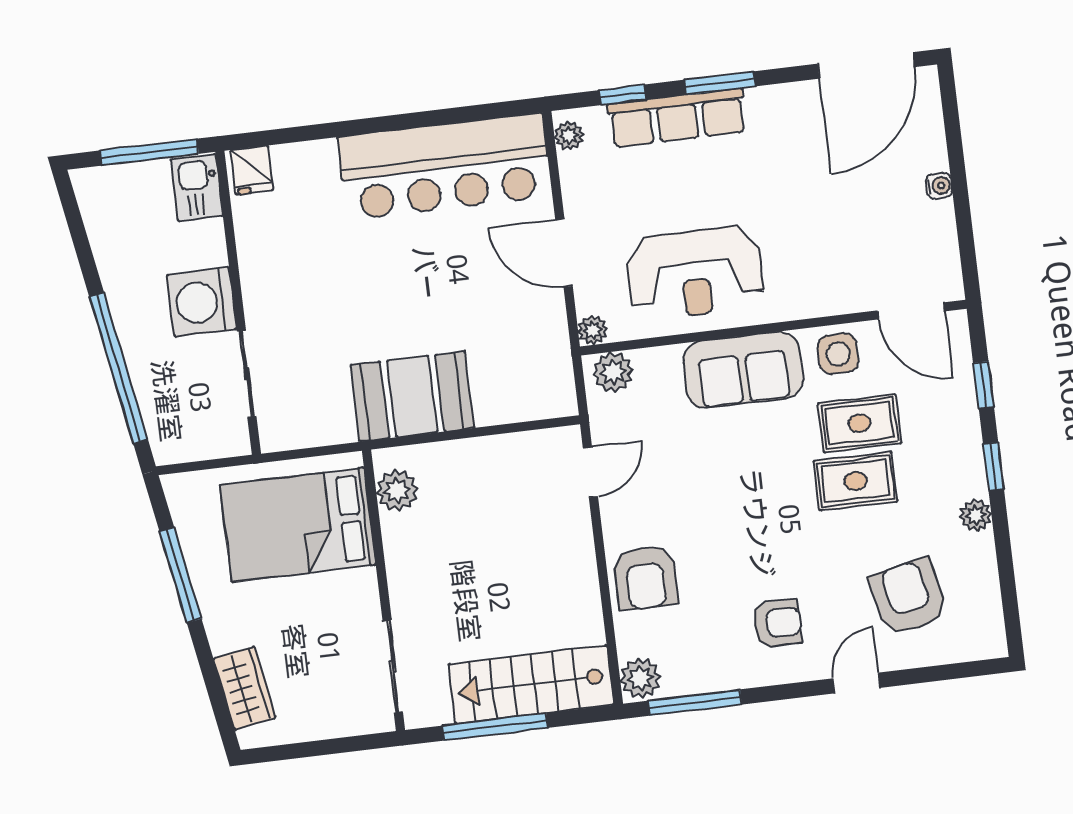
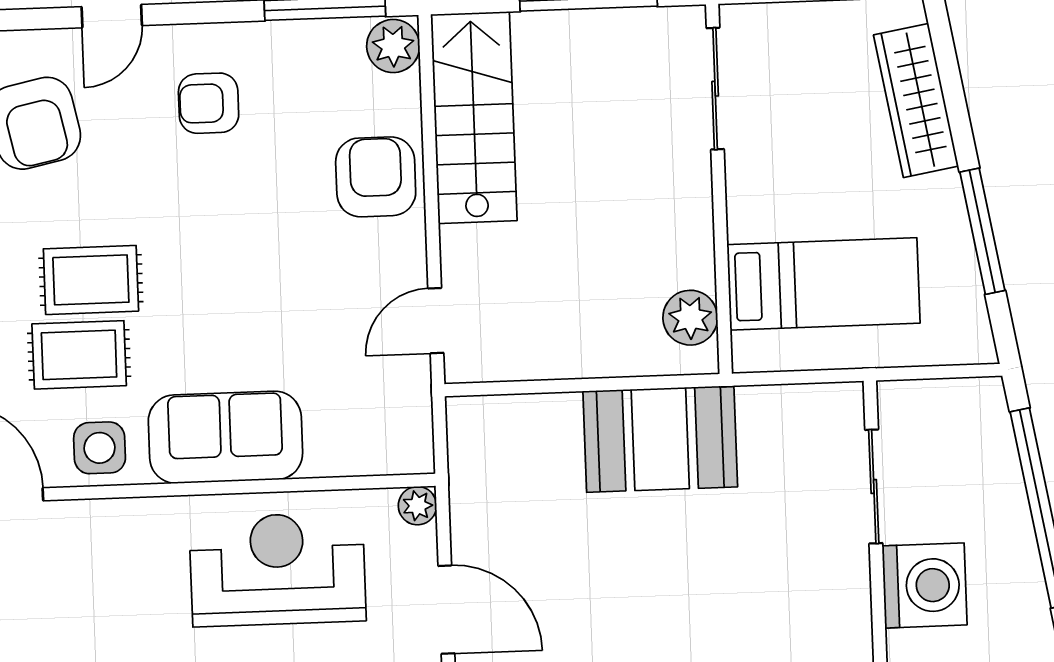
plant: (613, 372) -> (395, 448), removed
bed: (298, 525) -> (823, 284), width x0.67
stairs: (531, 684) -> (474, 118), moved, turned -90
wardrobe: (245, 688) -> (916, 101), width x1.50

